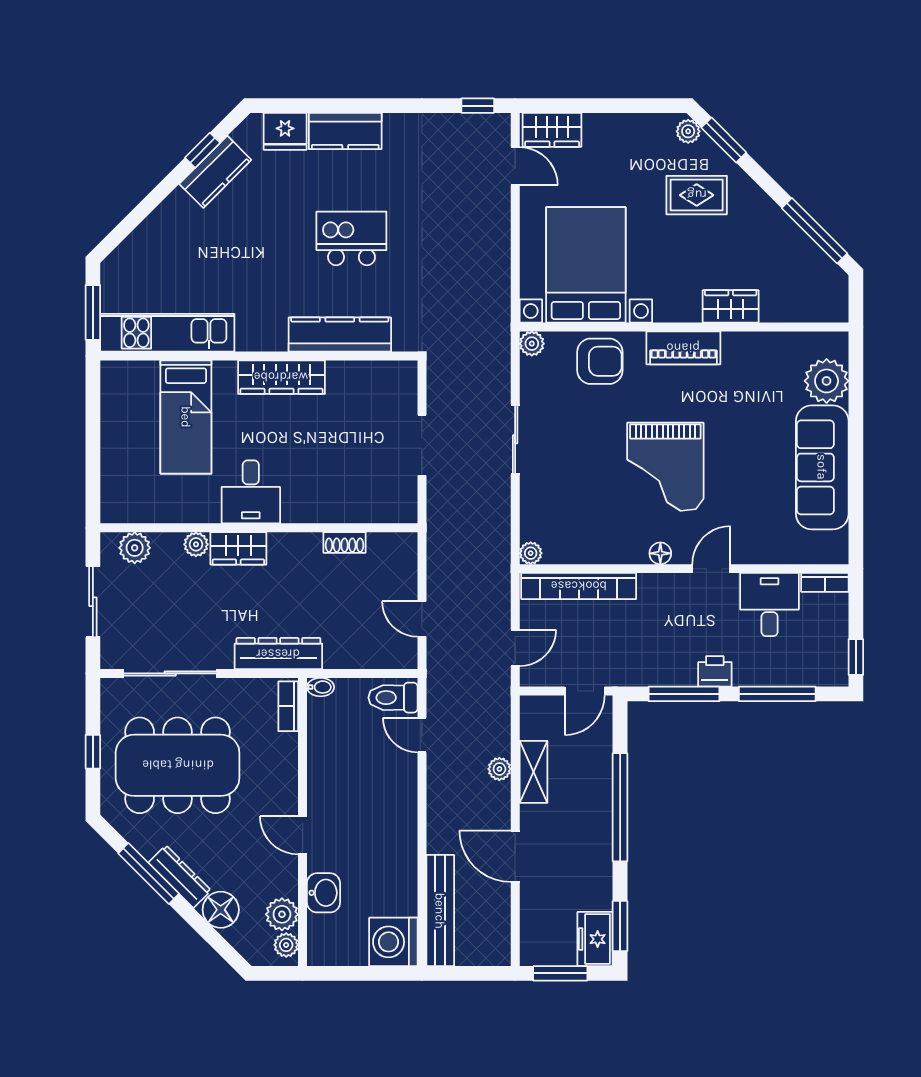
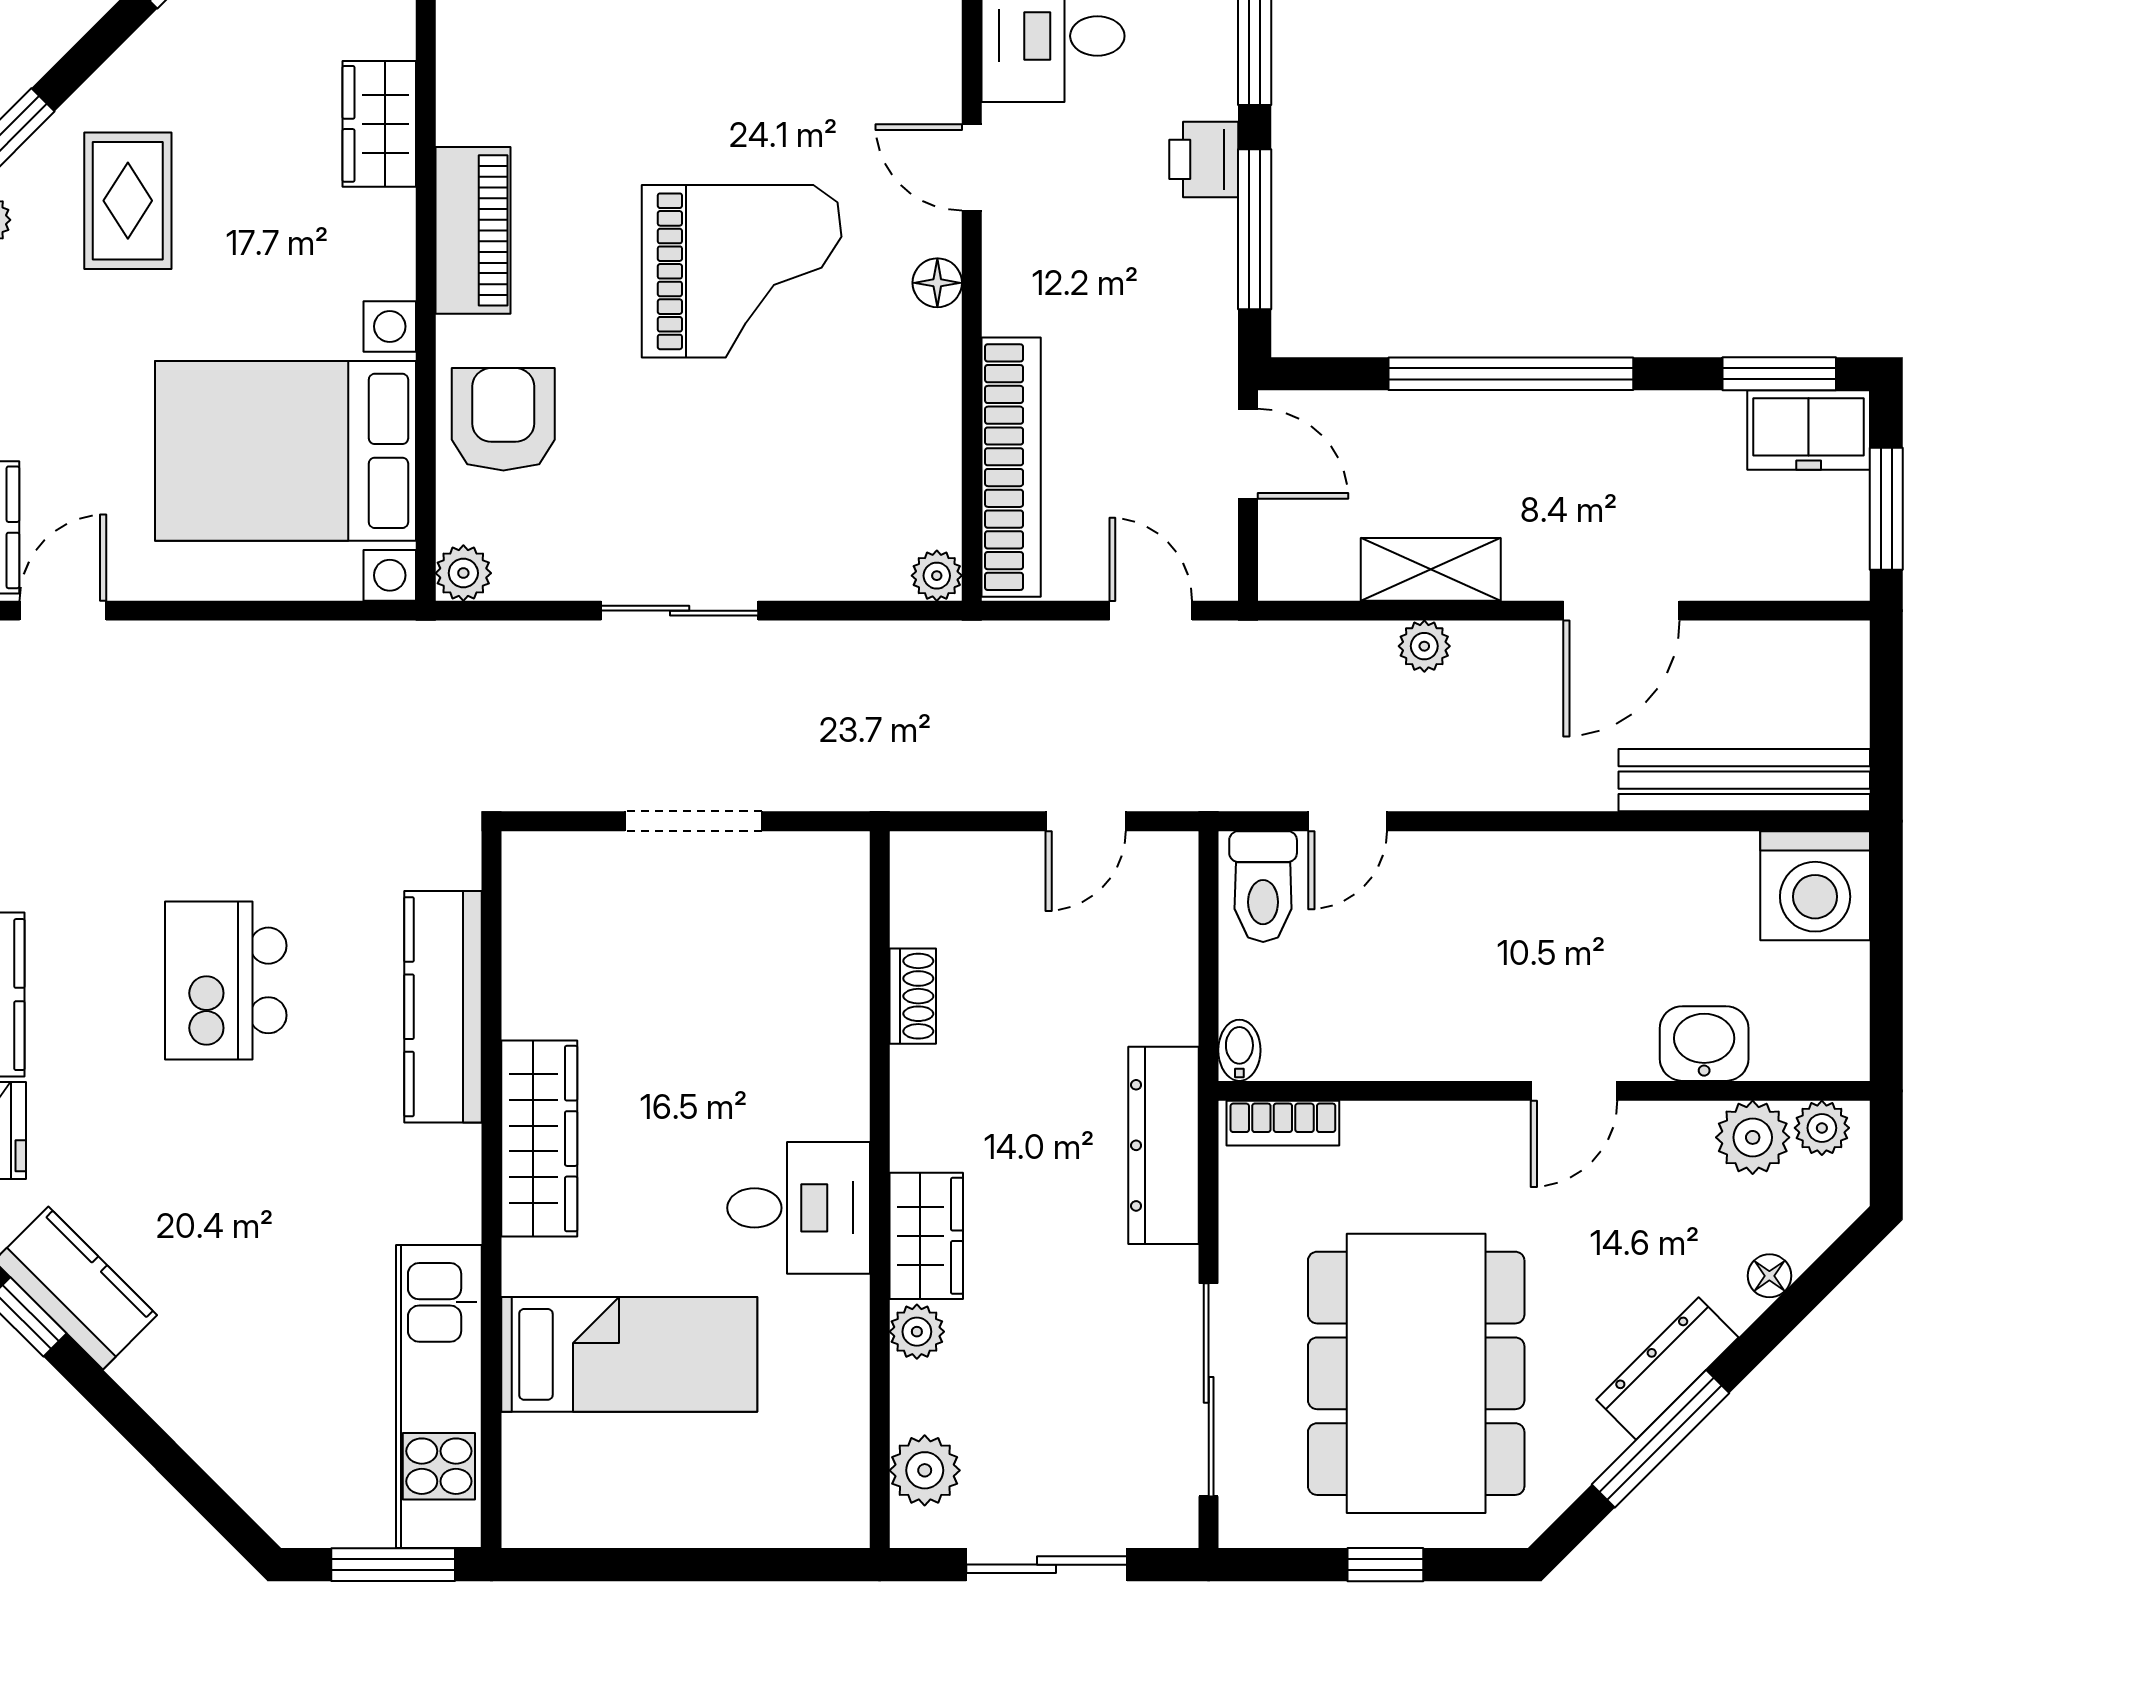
floor lamp: (221, 910) -> (1769, 1276), width x0.53, depth x0.53

